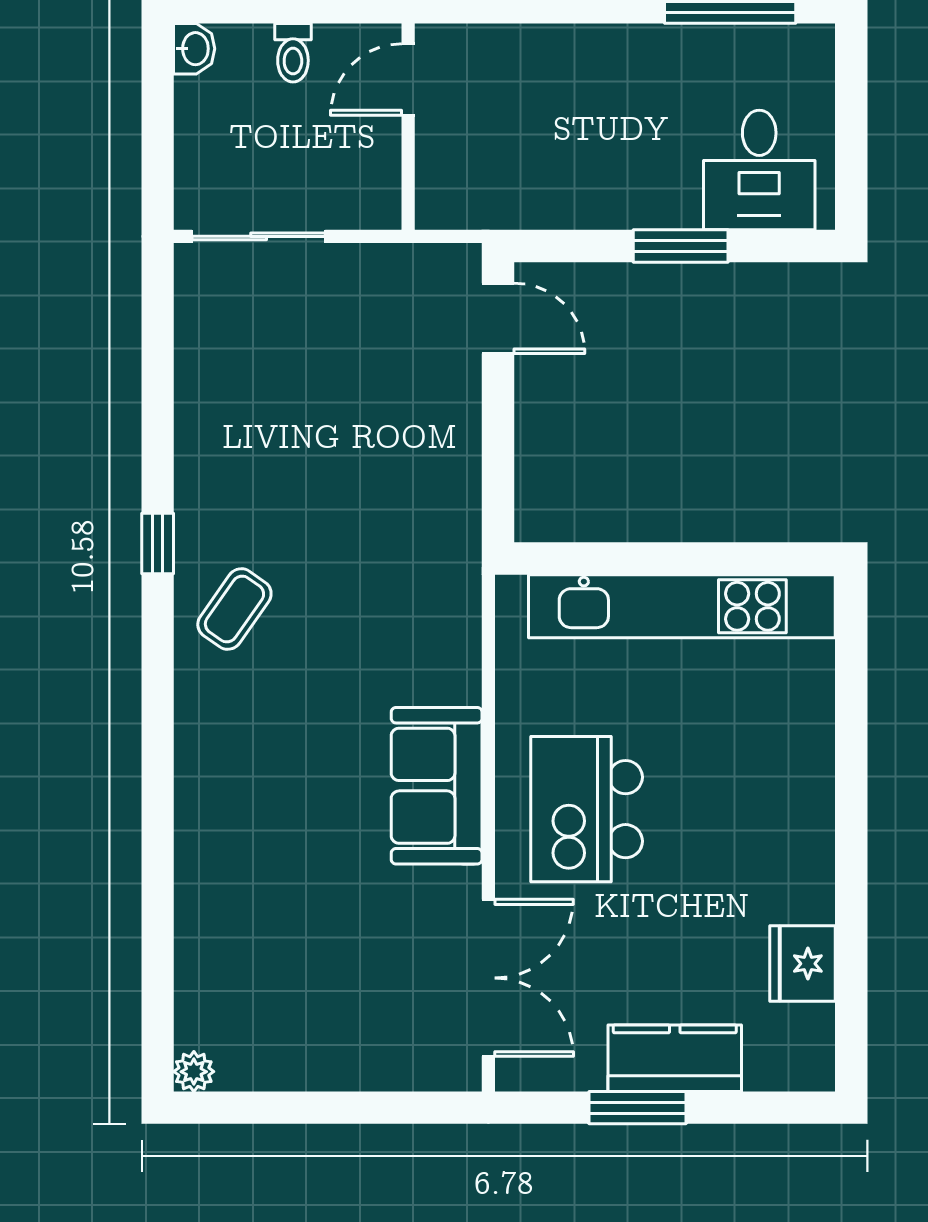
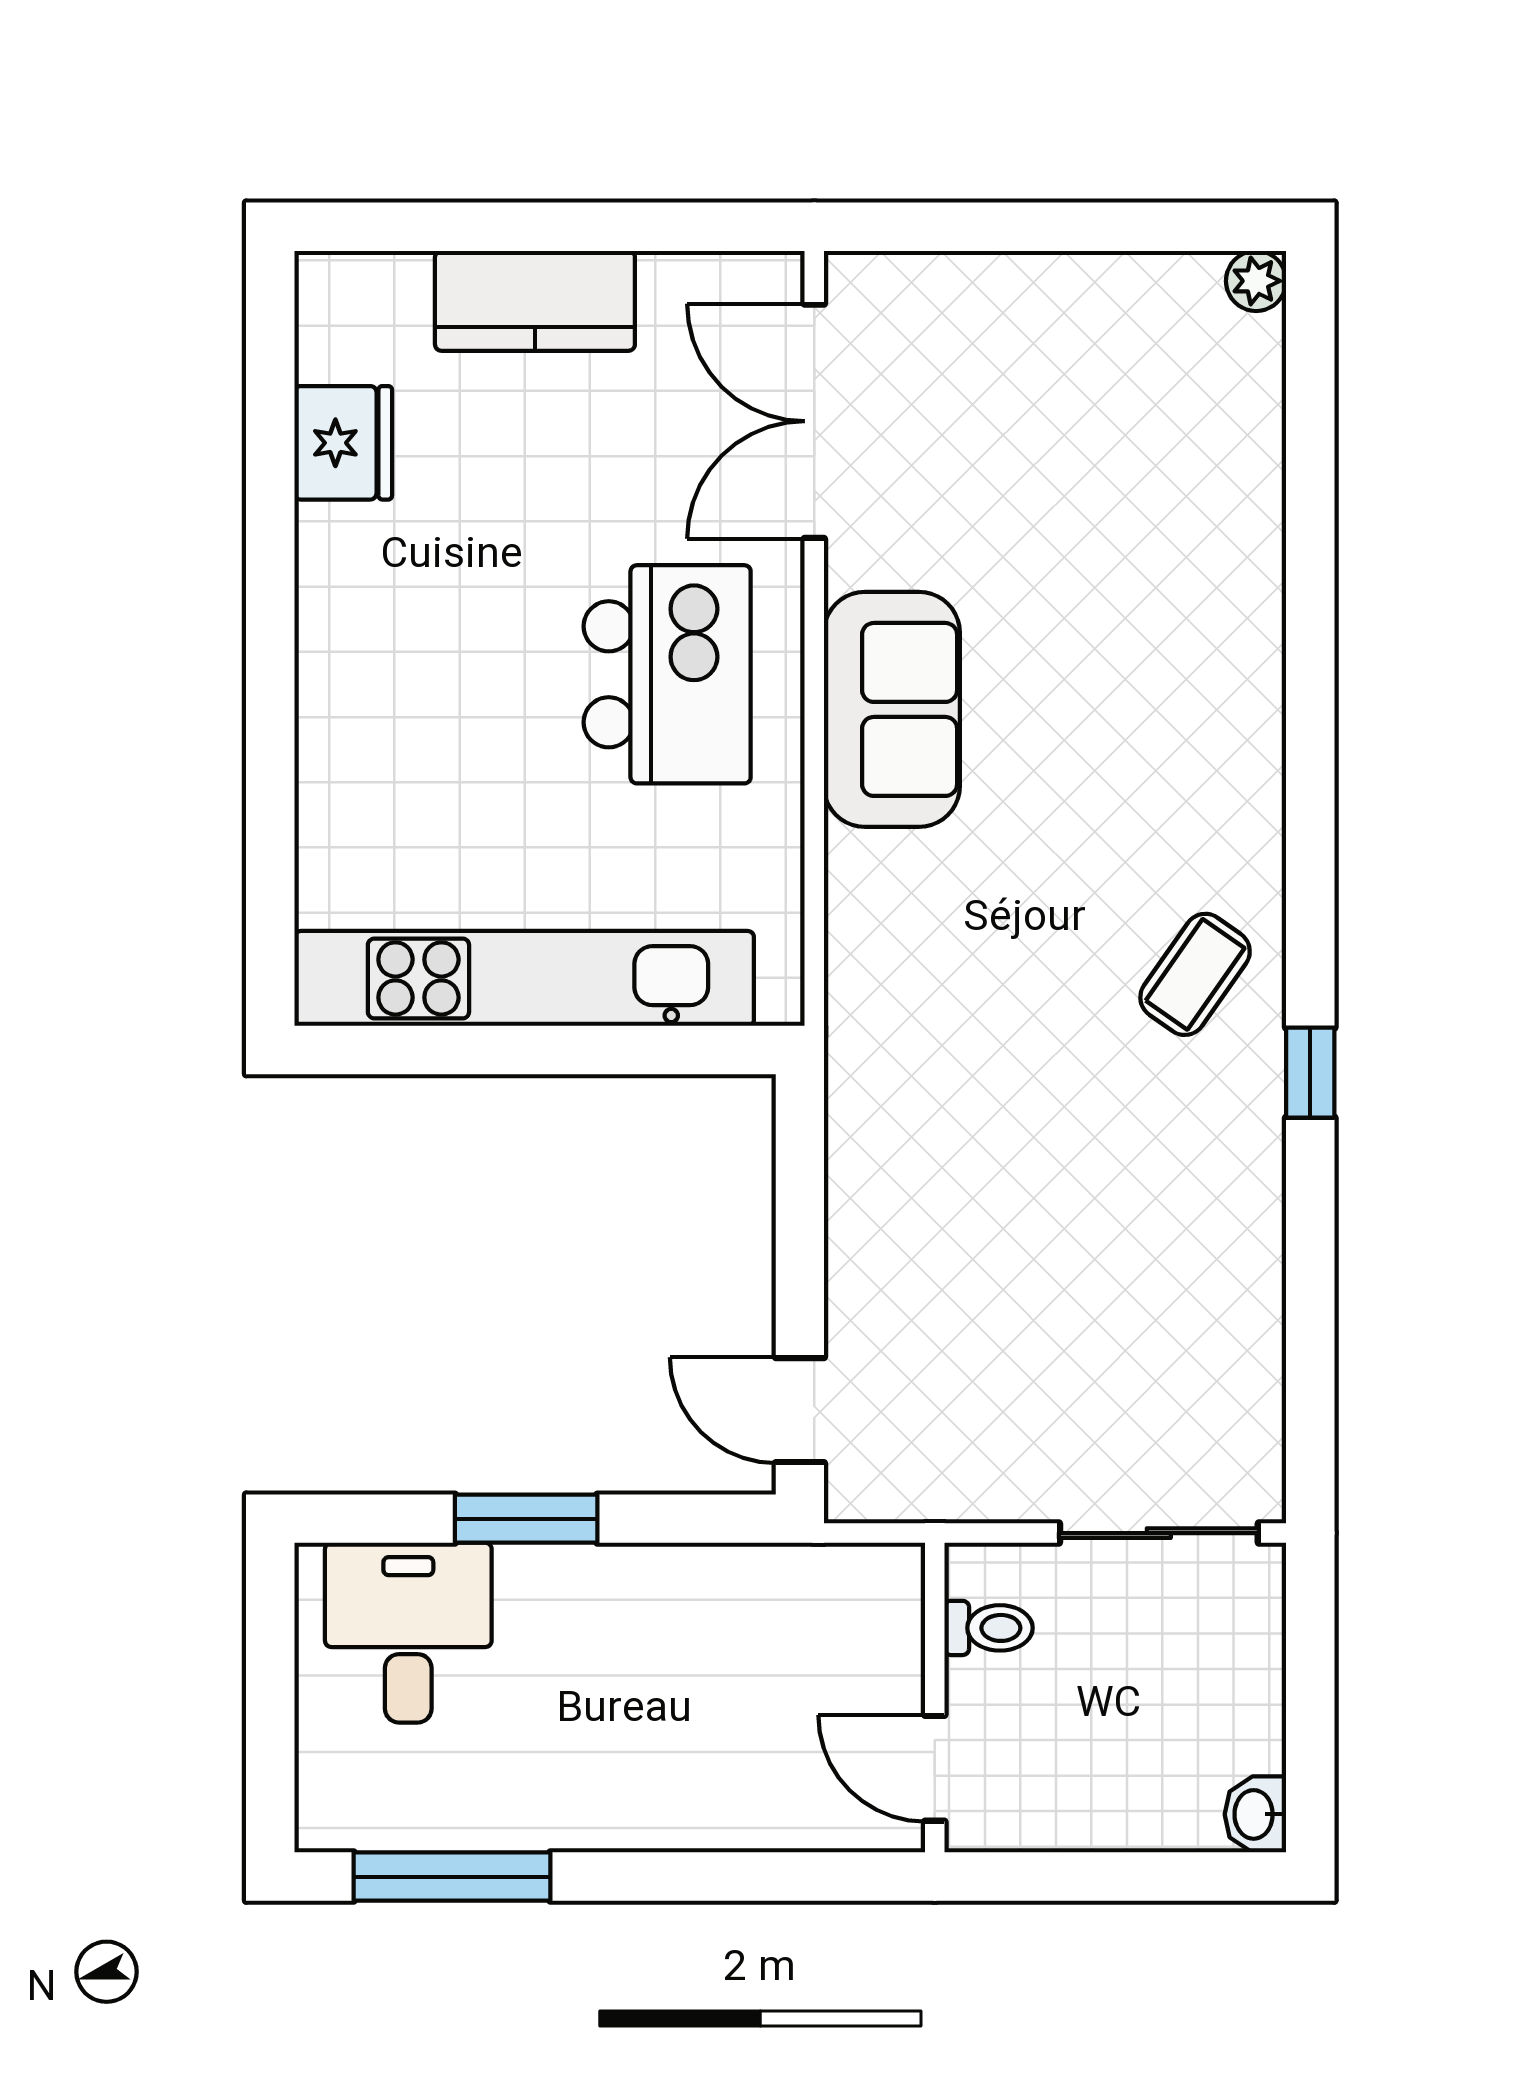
toilet: (293, 53) -> (989, 1628), moved, turned 90
door: (408, 80) -> (935, 1768), swing flipped
window: (637, 1108) -> (591, 227), removed

